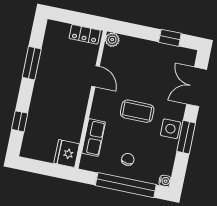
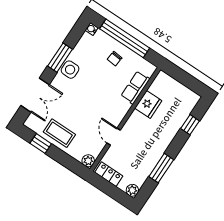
plant: (53, 27) -> (132, 190), added
coffee table: (137, 111) -> (59, 133), moved
fridge: (67, 154) -> (148, 104), moved

